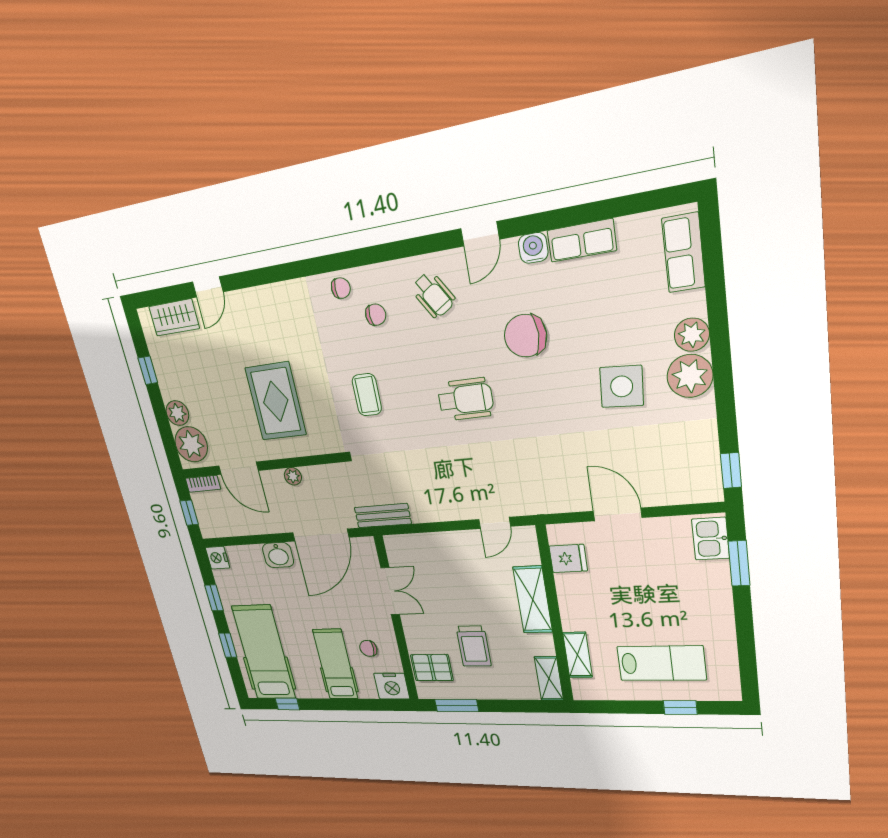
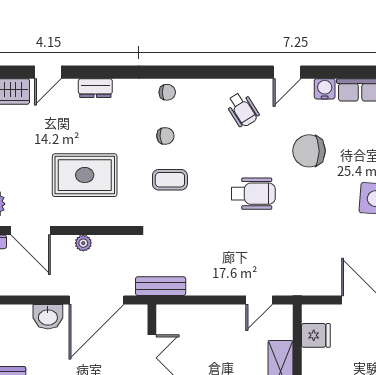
dresser: (261, 297) -> (95, 88), added
chair: (376, 315) -> (165, 136), moved
coffee table: (367, 395) -> (170, 180), turned 90
rug: (276, 401) -> (85, 175), turned 90

